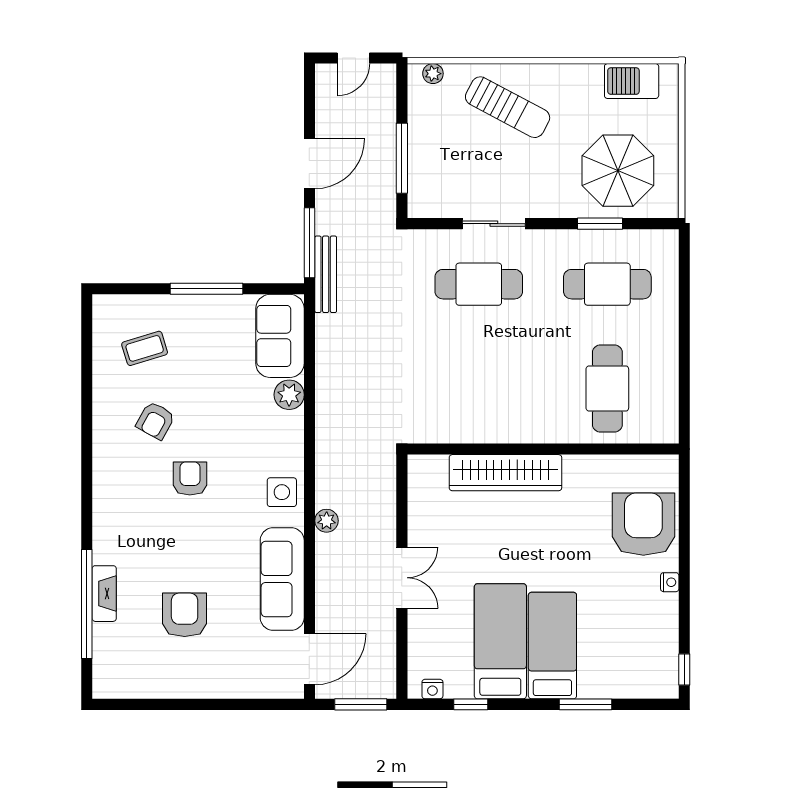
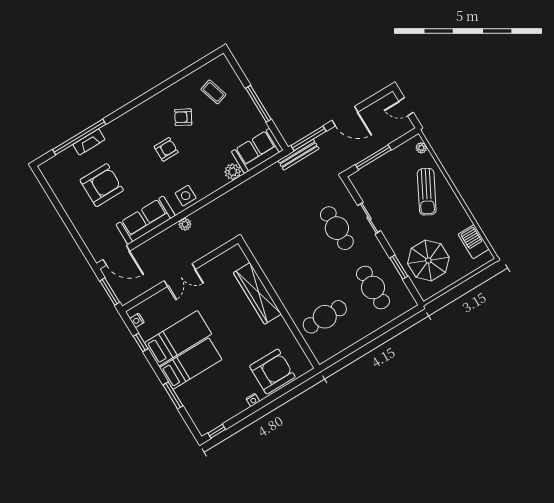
armchair: (185, 615) -> (102, 185), width x1.36, depth x1.36

